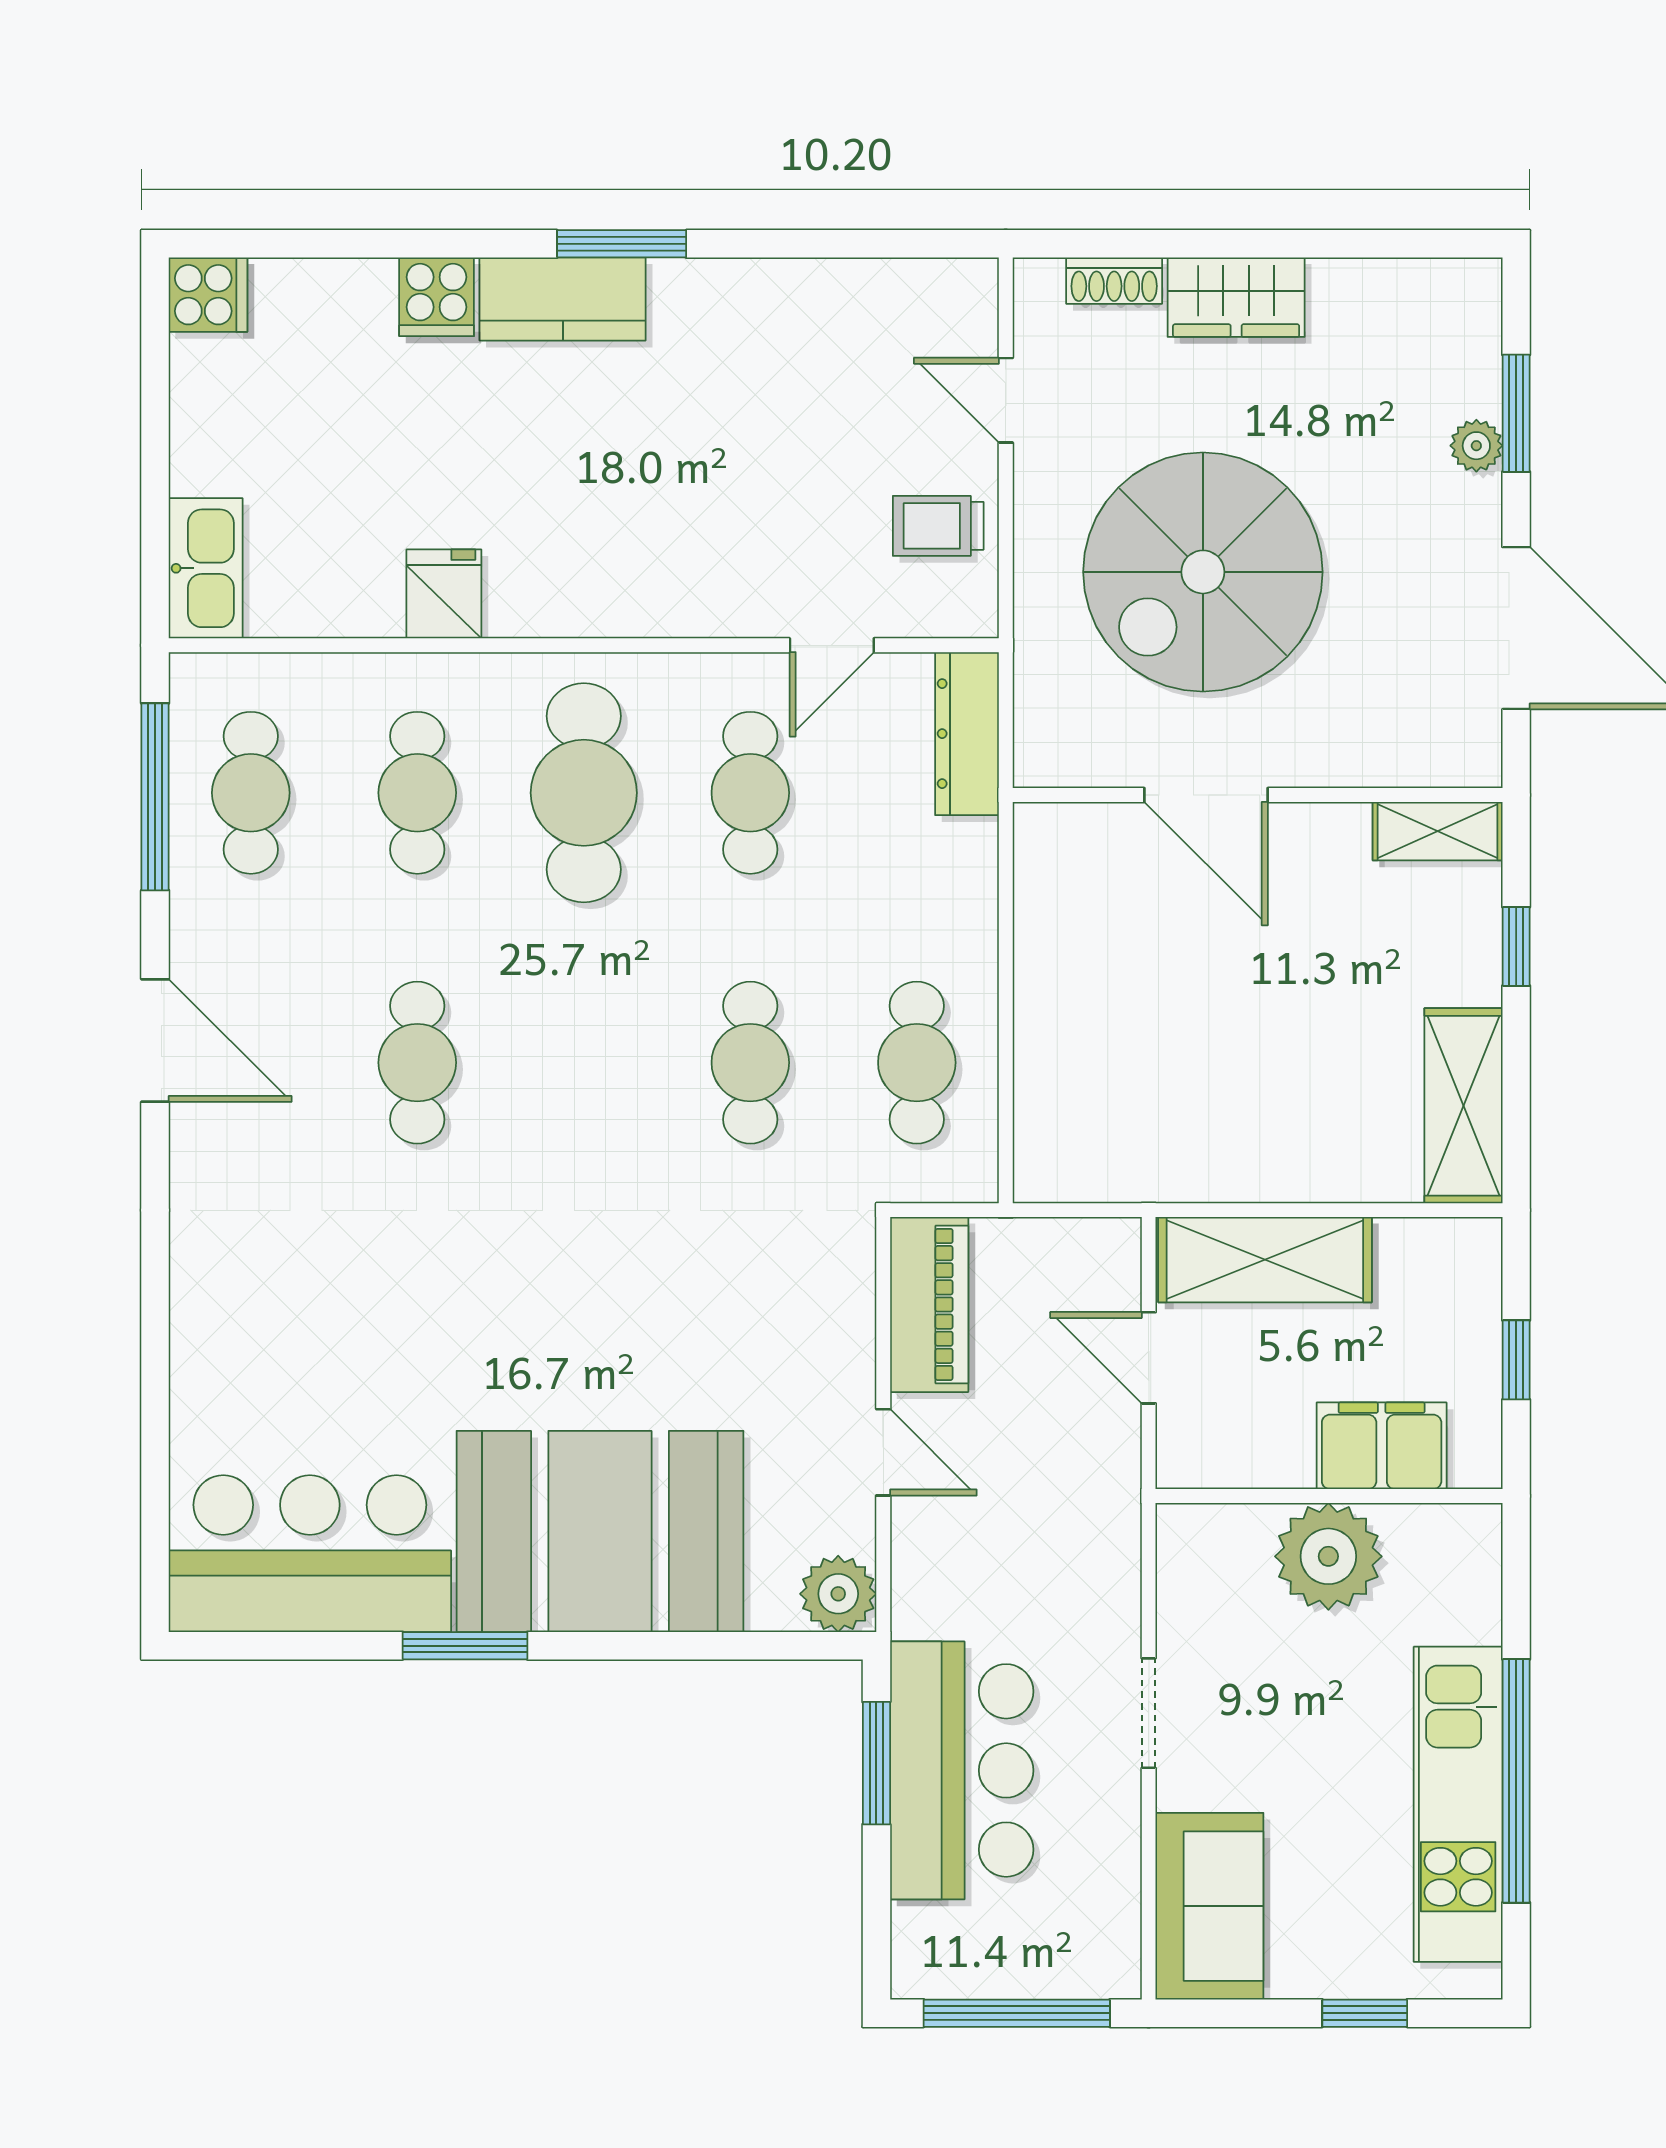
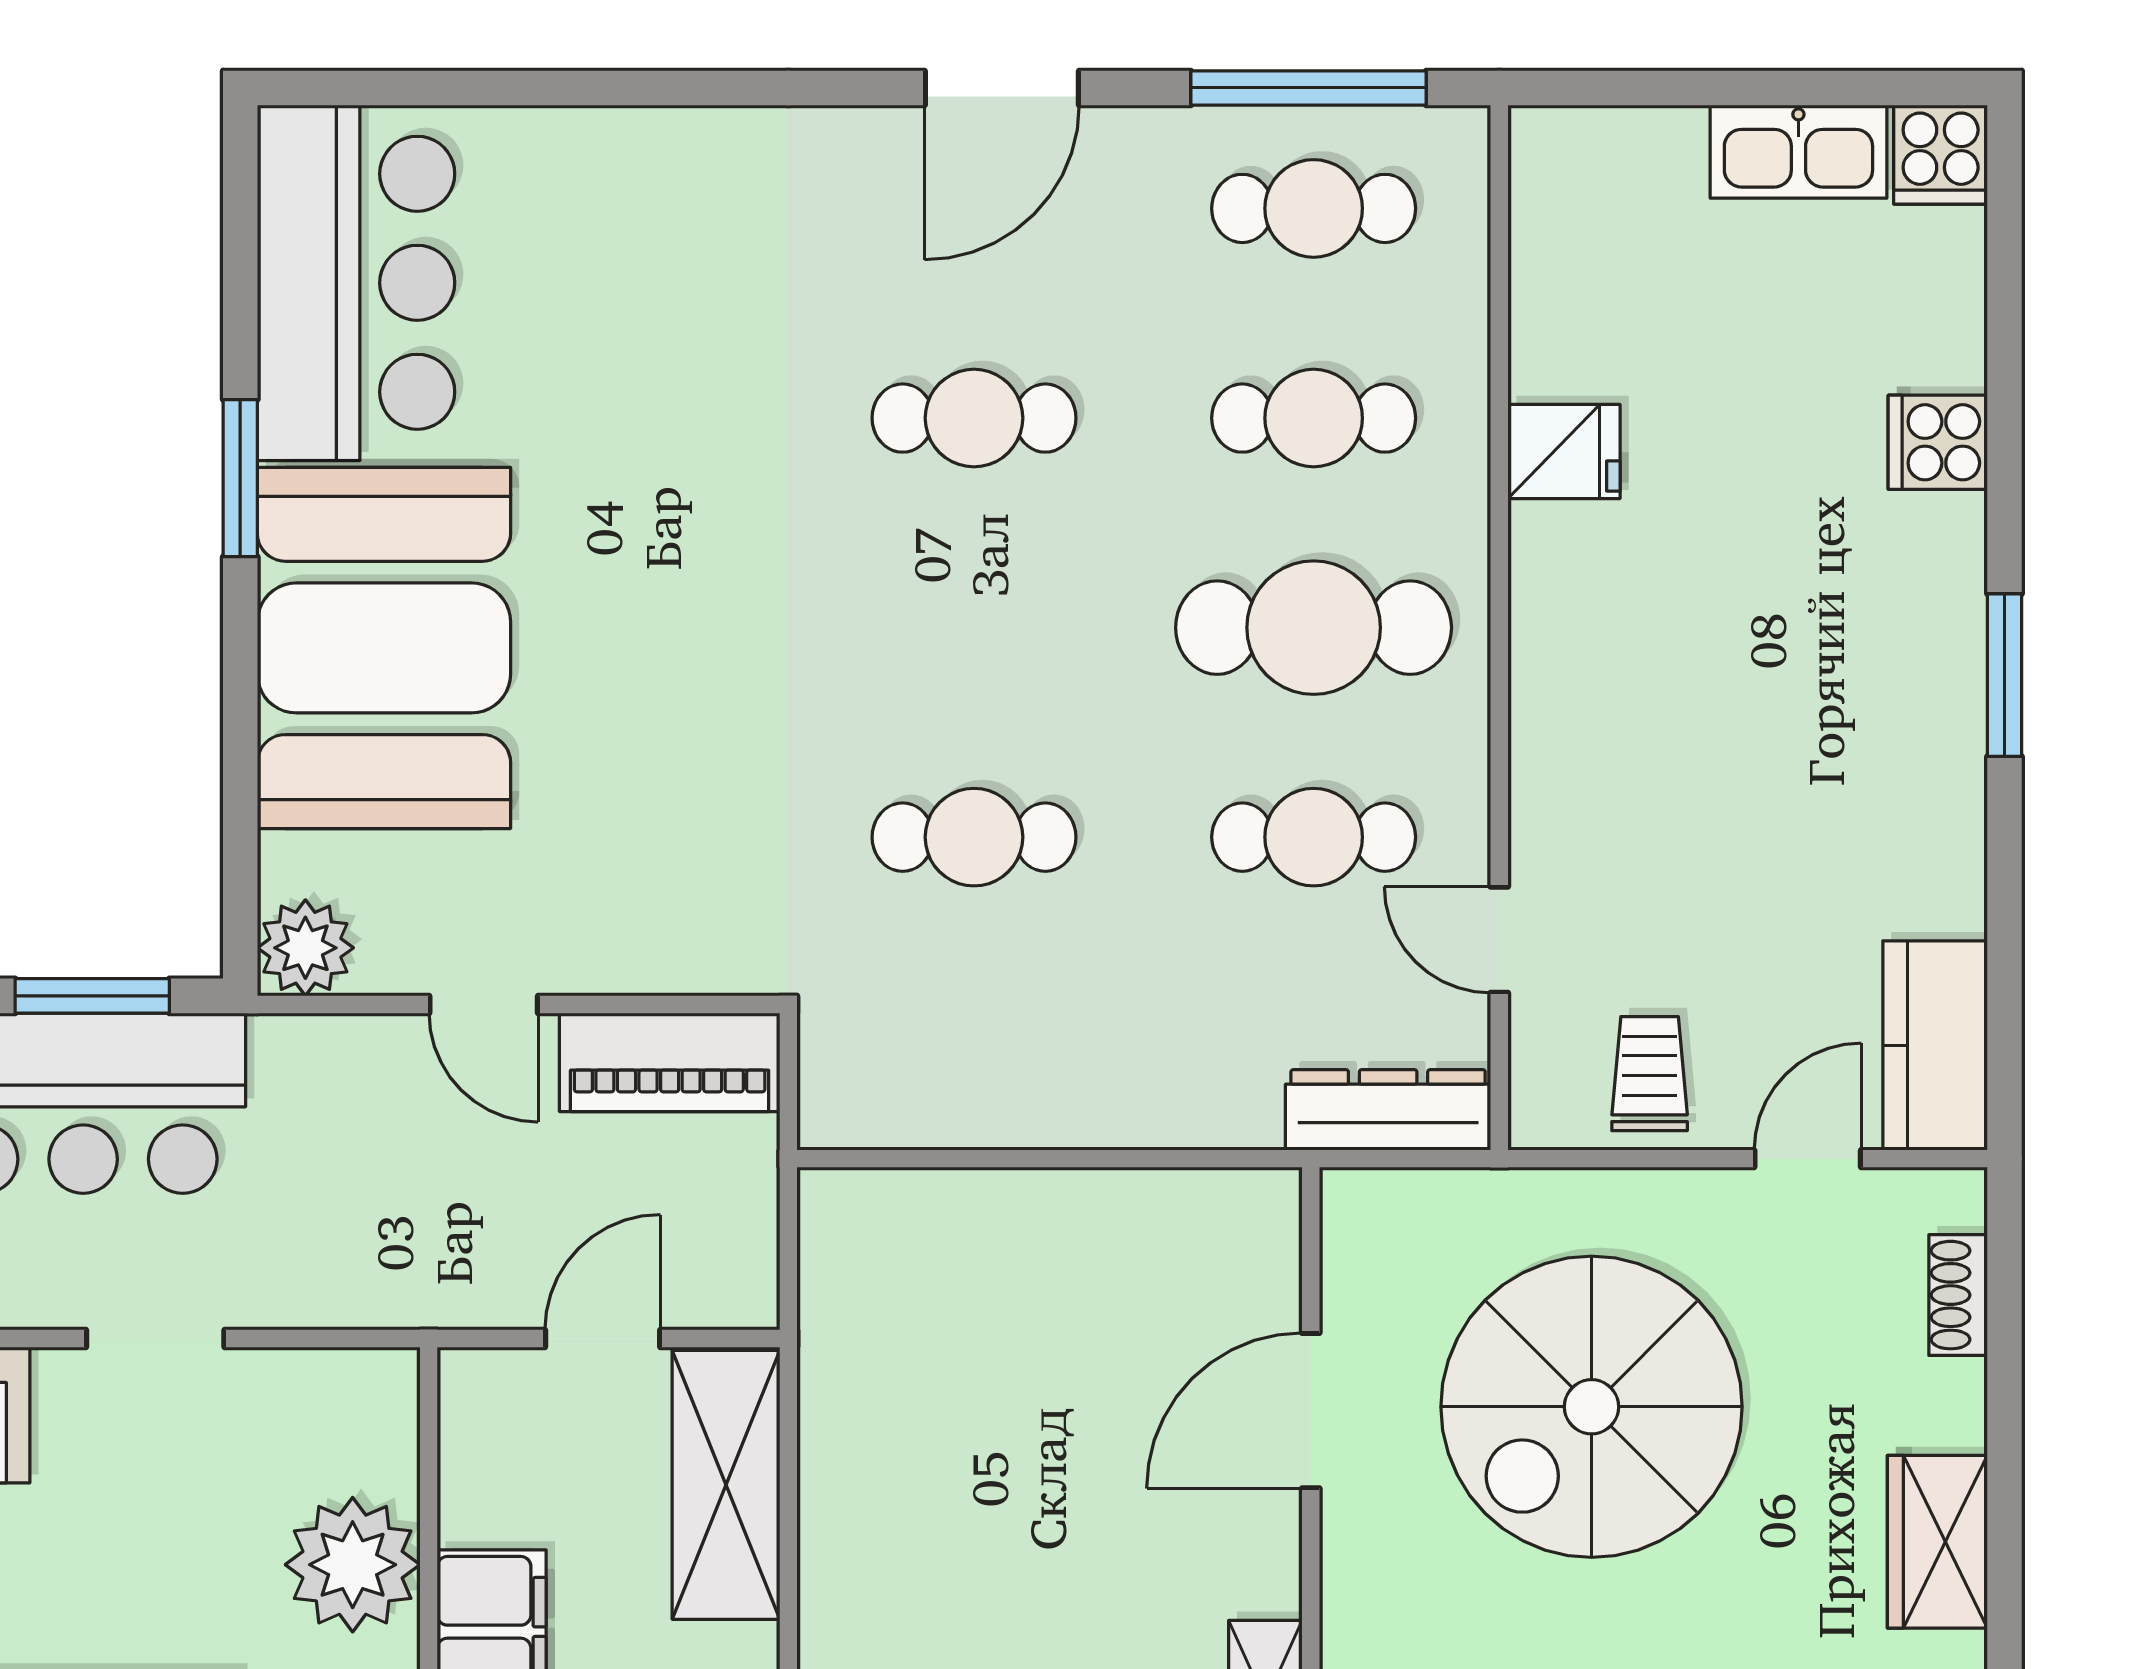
wardrobe: (1236, 297) -> (1937, 1542), moved
kitchen counter: (563, 299) -> (1935, 1045), moved
kitchen sink: (206, 568) -> (1798, 152), moved
spiral stairs: (1203, 572) -> (1592, 1407), turned -90
cafe table: (917, 1063) -> (974, 1047), removed
door: (883, 1452) -> (484, 1004), hinge flipped

